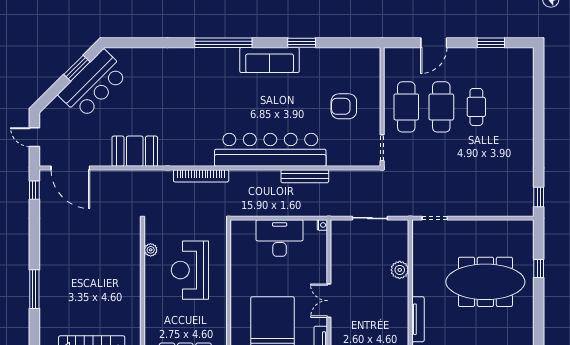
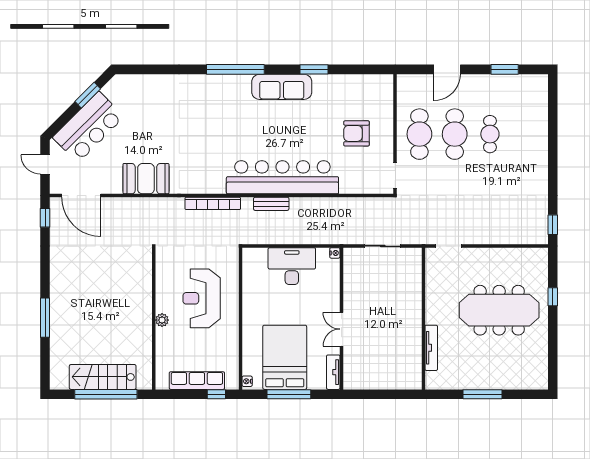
bar counter: (93, 84) -> (88, 127), moved
bench: (305, 176) -> (271, 204), moved, width x0.73
plant: (151, 250) -> (162, 320), moved
plant: (400, 270) -> (413, 298), removed

